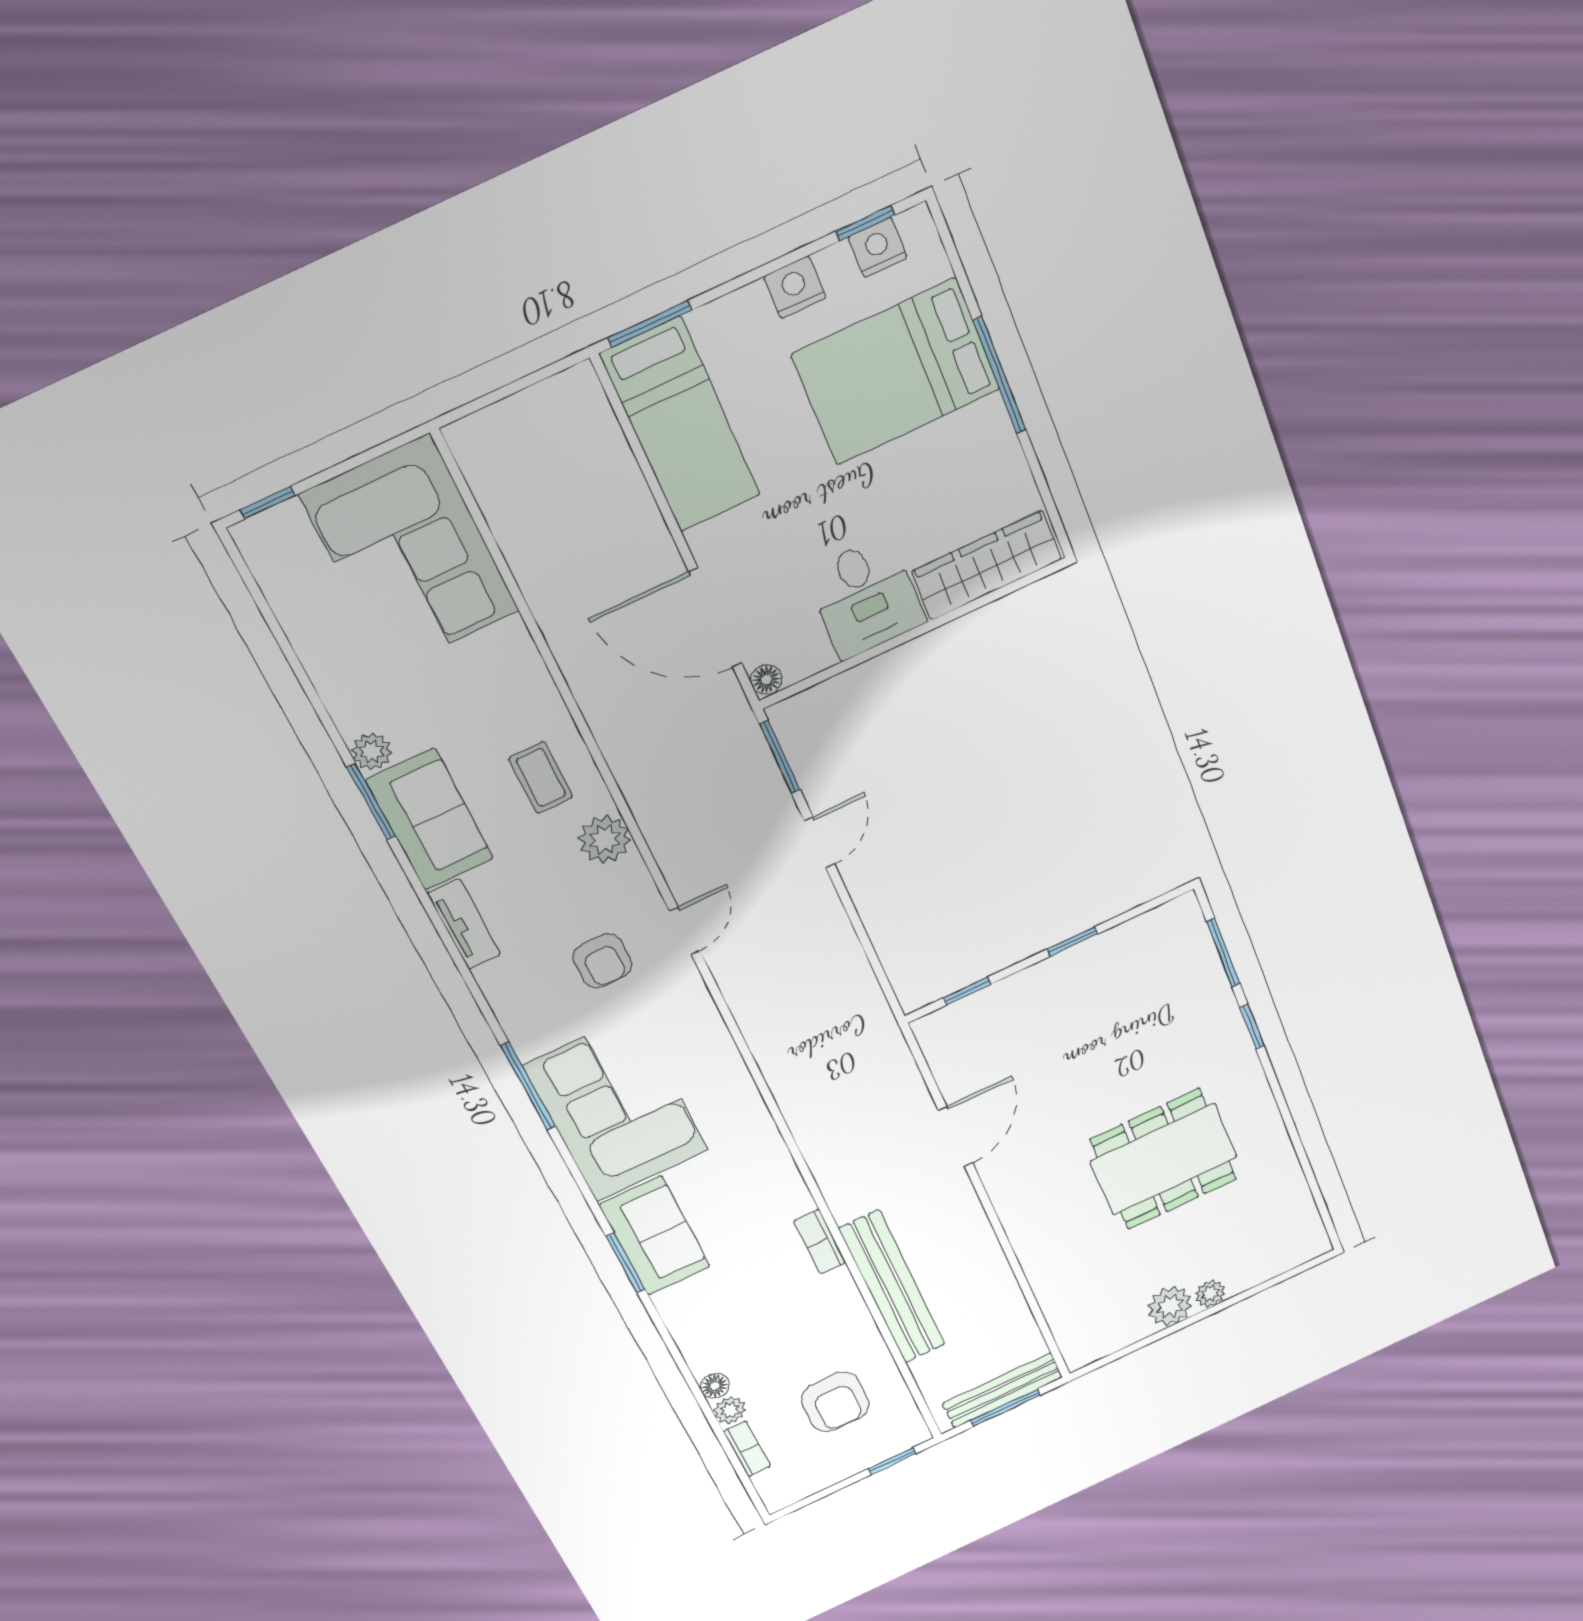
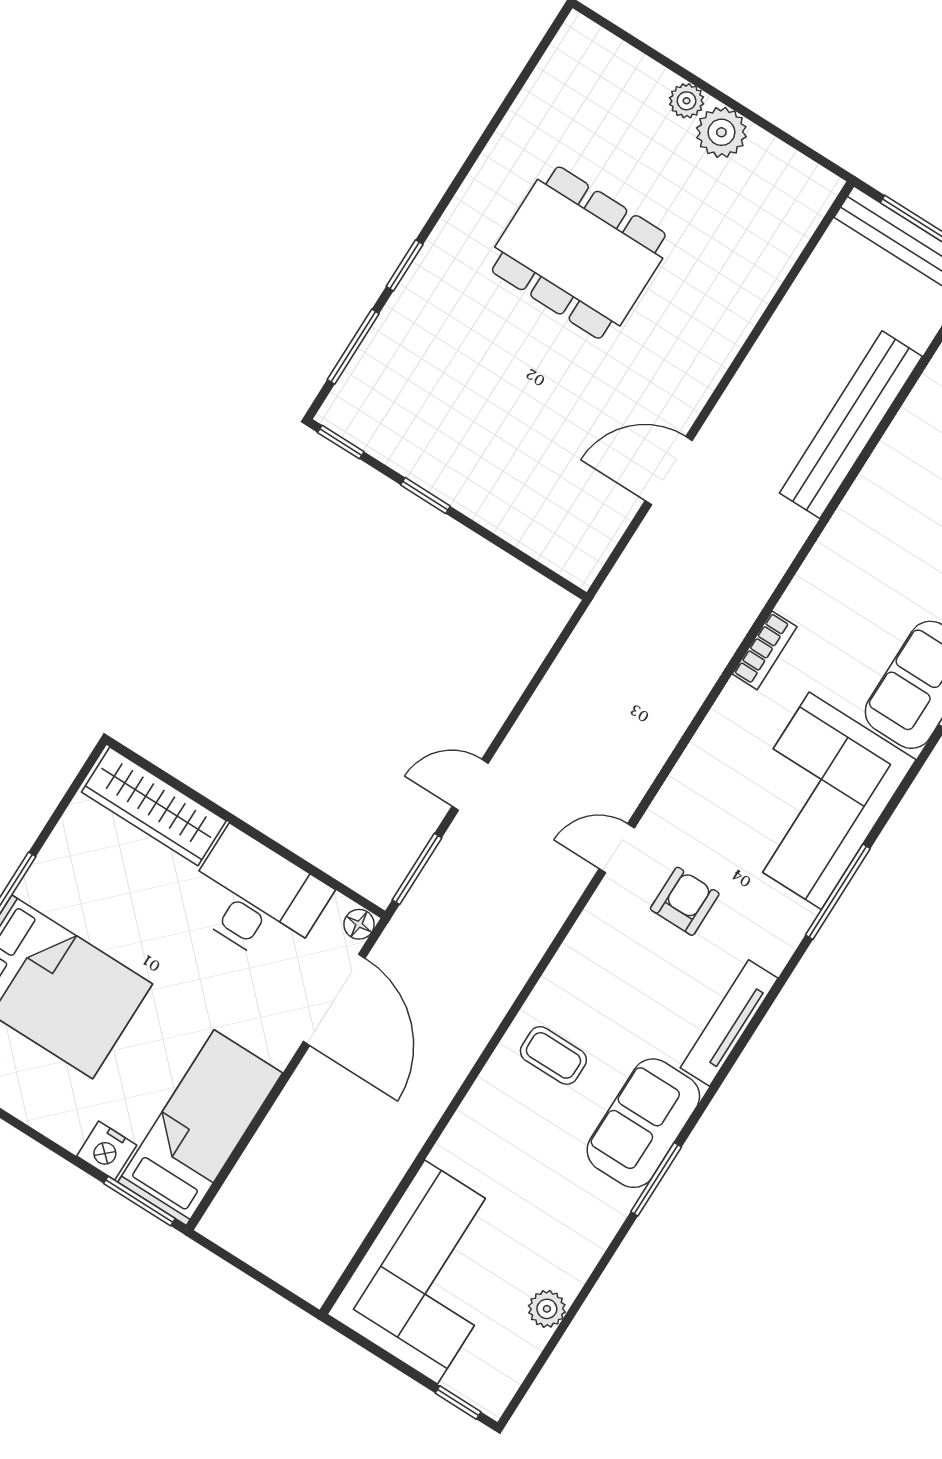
nightstand: (795, 287) -> (107, 1151), moved
desk: (865, 597) -> (256, 898), width x1.37
plant: (372, 752) -> (547, 1309), moved
coffee table: (541, 778) -> (553, 1055), turned 90
plant: (605, 839) -> (575, 969), removed
tv unit: (464, 924) -> (729, 1023), width x1.41
window: (967, 991) -> (341, 442), moved
bookcase: (820, 1242) -> (765, 650), moved

